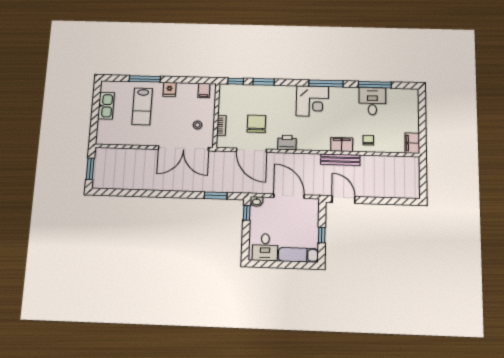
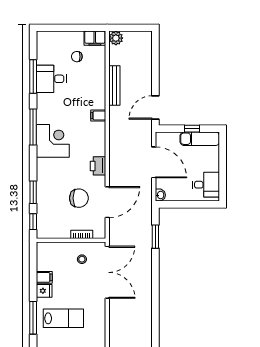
filing cabinet: (204, 90) -> (44, 277), moved
chair: (256, 124) -> (79, 198), turned 180
chair: (368, 140) -> (77, 57), moved
filing cabinet: (342, 144) -> (98, 116), width x0.50
bench: (340, 160) -> (114, 86), moved
plant: (413, 163) -> (116, 38), added
door: (289, 196) -> (154, 162), swing flipped
window: (247, 213) -> (172, 204), removed
exam couch: (298, 255) -> (200, 139), moved, turned -90

